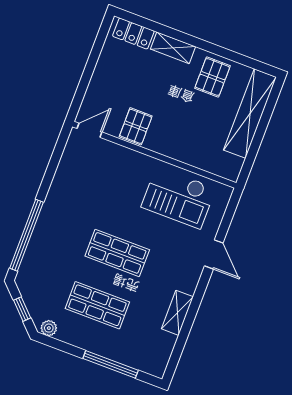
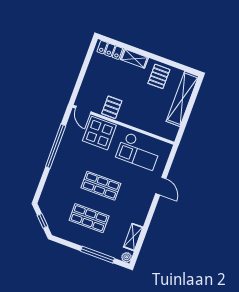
door: (89, 130) -> (83, 110), swing flipped
display table: (115, 168) -> (99, 133), added
window: (27, 235) -> (56, 146), moved
shelving: (177, 313) -> (133, 237), moved
plant: (49, 328) -> (127, 257), moved

